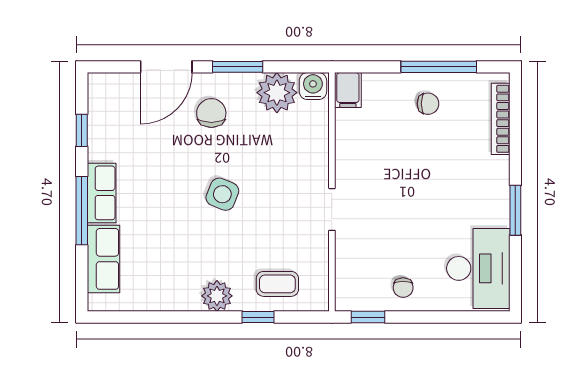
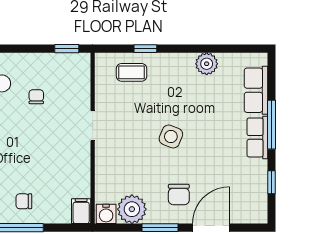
chair: (403, 288) -> (36, 97), moved
plant: (217, 296) -> (207, 64), moved

